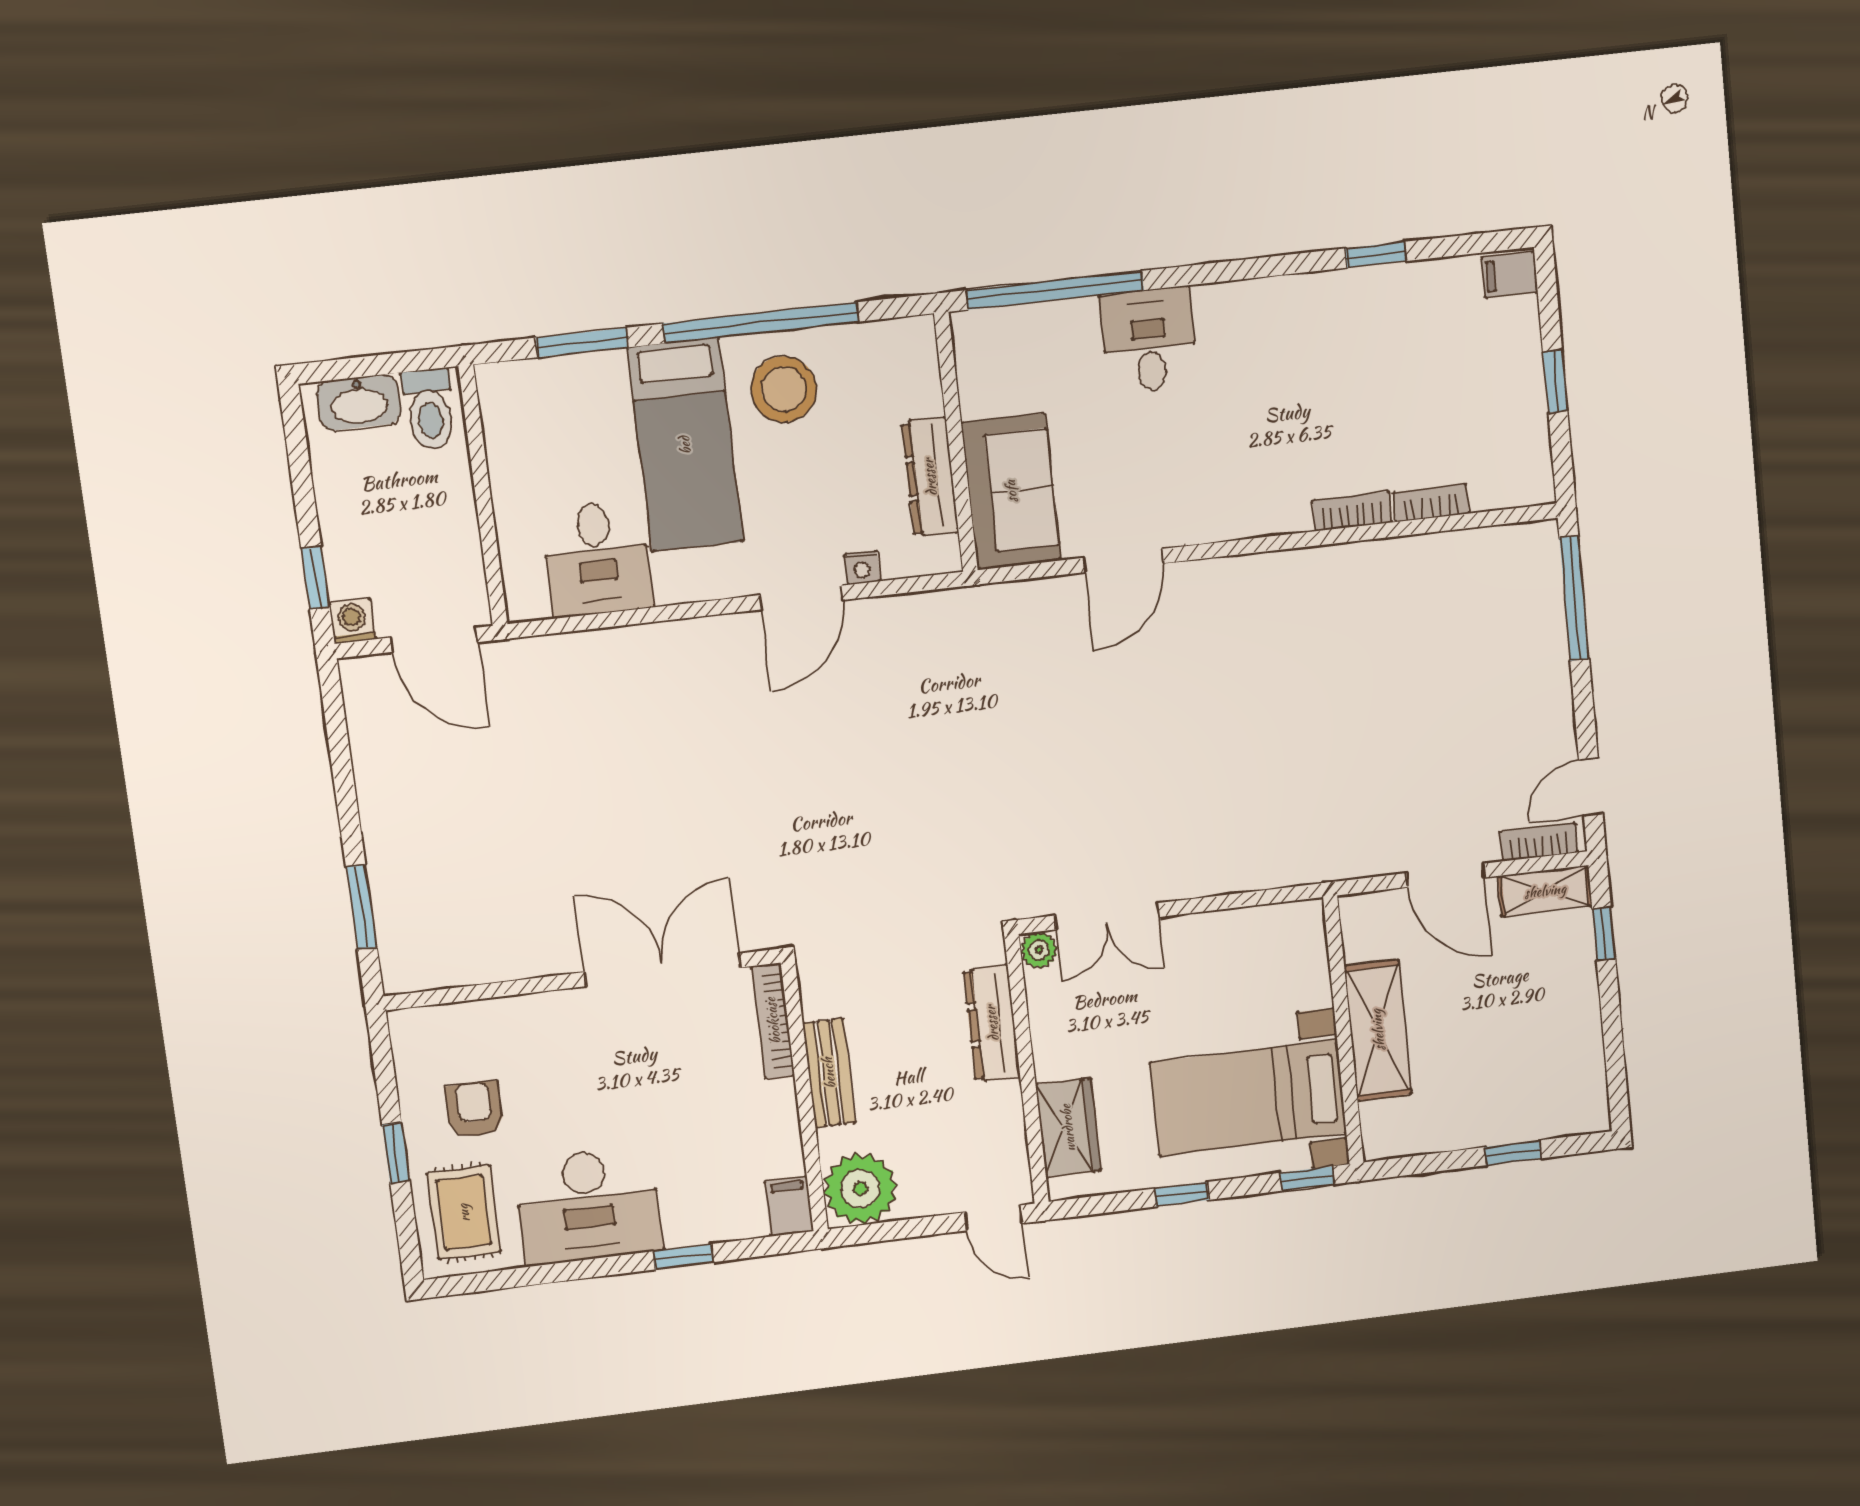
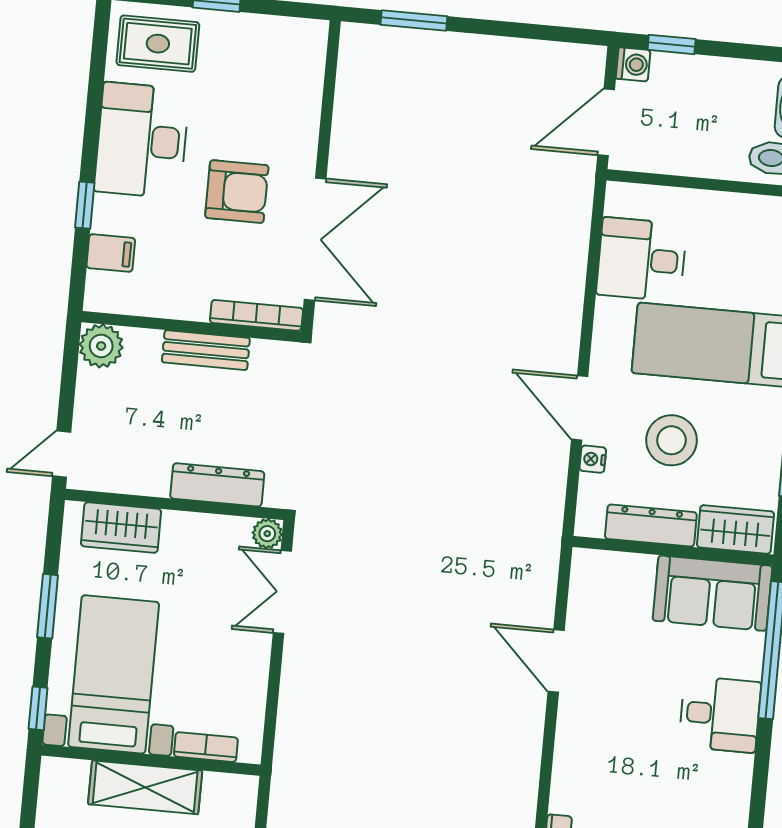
wardrobe: (913, 368) -> (735, 529), added
stool: (784, 389) -> (671, 440), moved
sofa: (1011, 491) -> (712, 593), moved
bookcase: (1315, 968) -> (206, 747), added
armchair: (474, 1109) -> (237, 192), moved, width x1.38, depth x1.38
plant: (860, 1189) -> (101, 346), width x0.73, depth x0.73
window: (1182, 1194) -> (48, 606), width x1.50
filing cabinet: (789, 1206) -> (111, 253), moved

